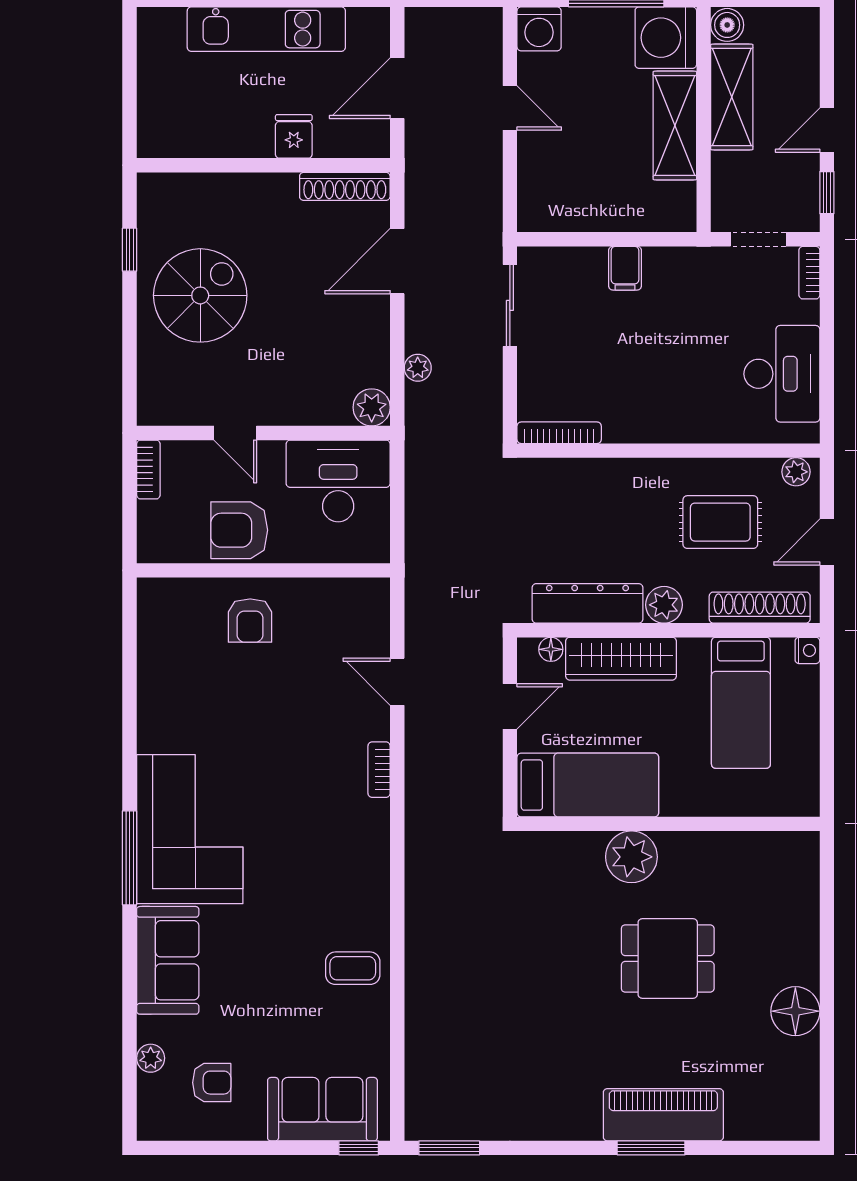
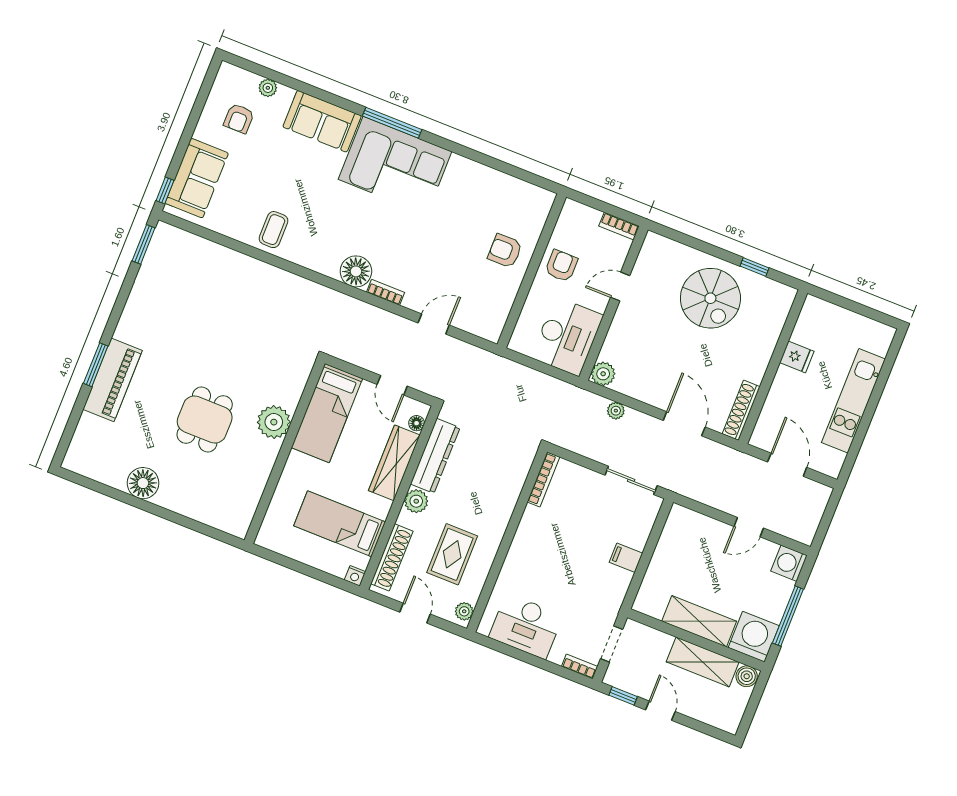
fridge: (294, 136) -> (797, 357), moved
armchair: (239, 530) -> (561, 266), width x0.72, depth x0.72
floor lamp: (366, 825) -> (356, 271), added

